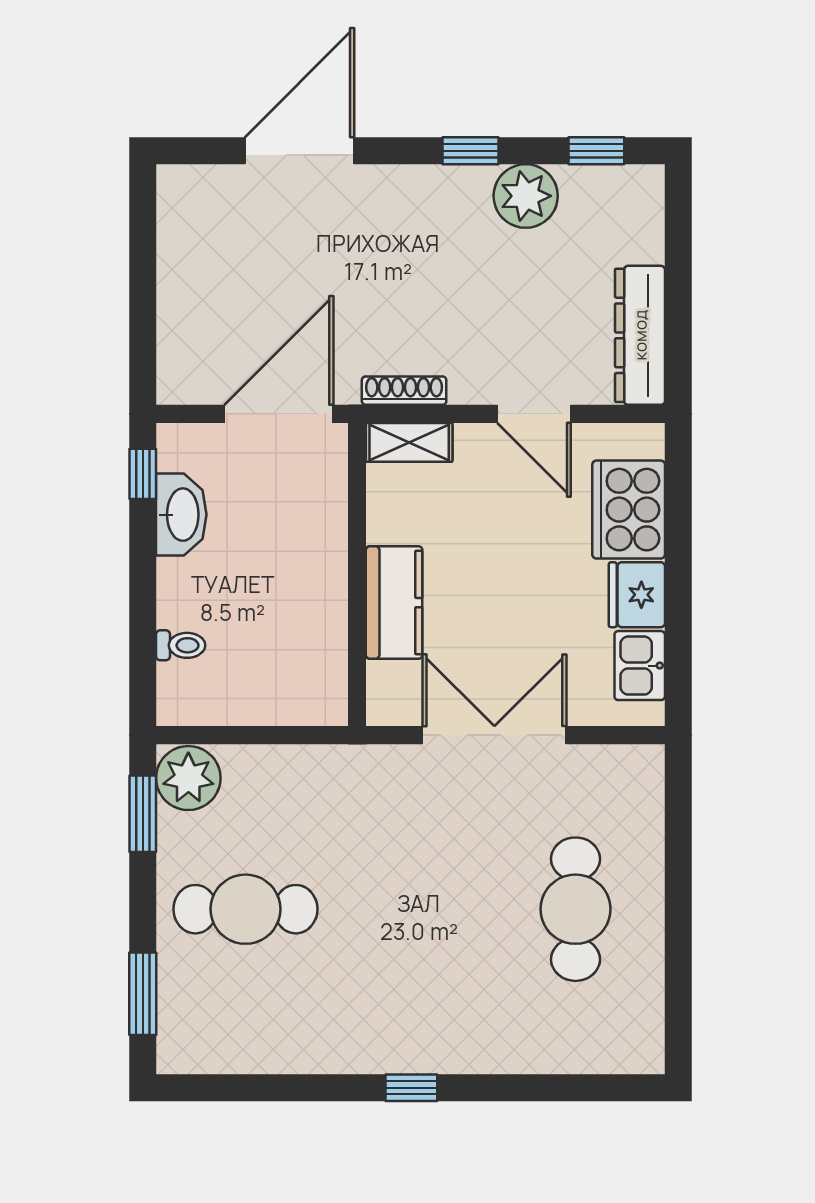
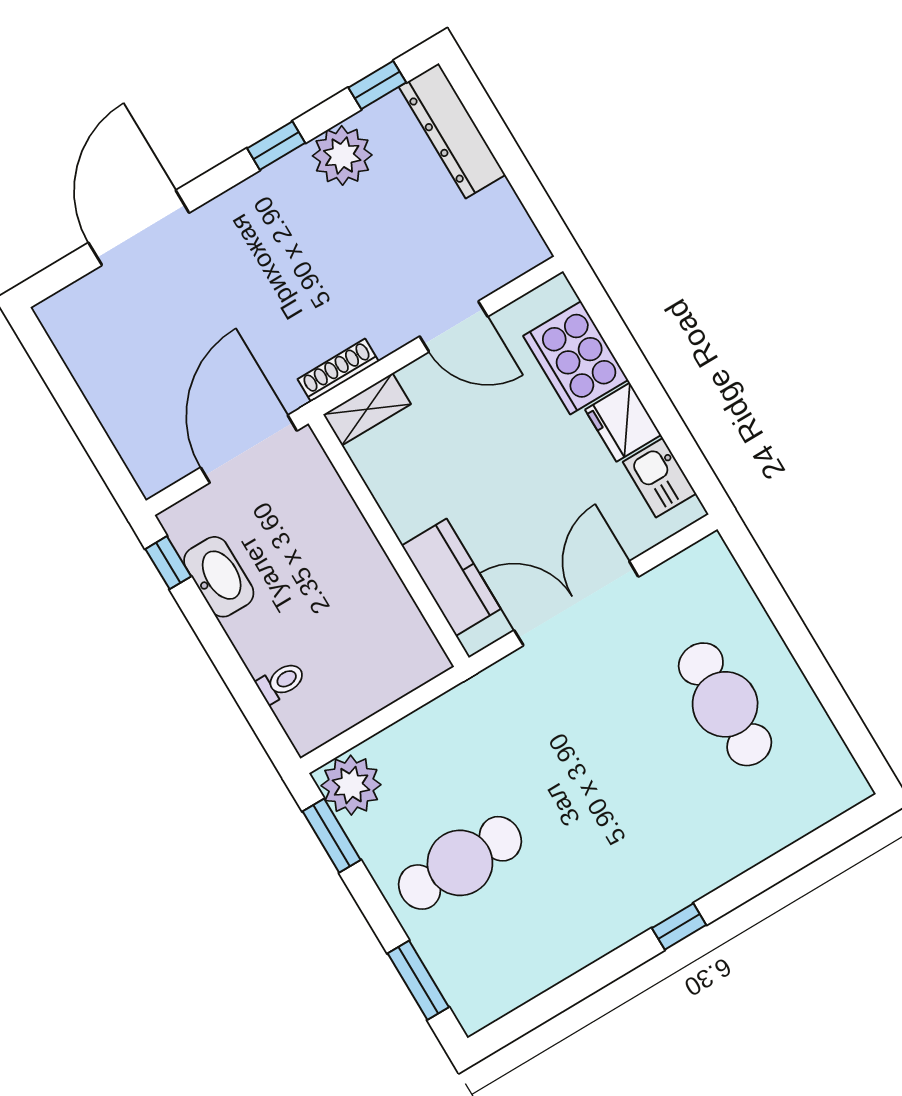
dresser: (640, 335) -> (452, 131), moved
kitchen counter: (394, 603) -> (451, 577), moved

